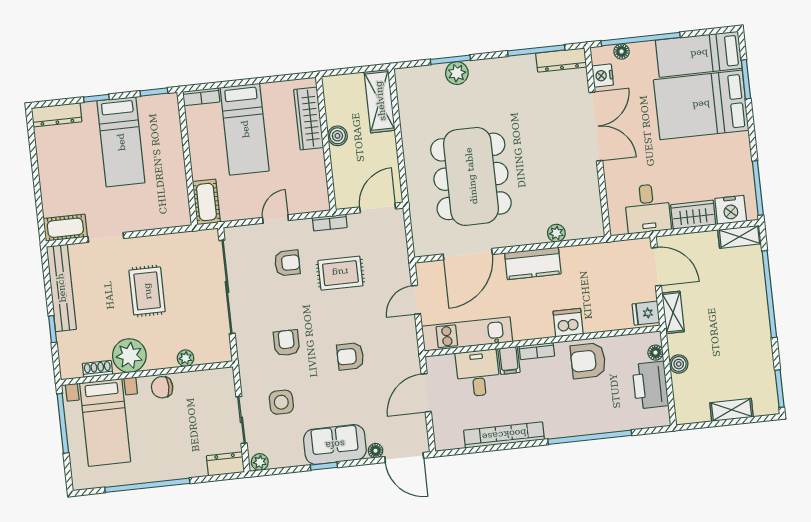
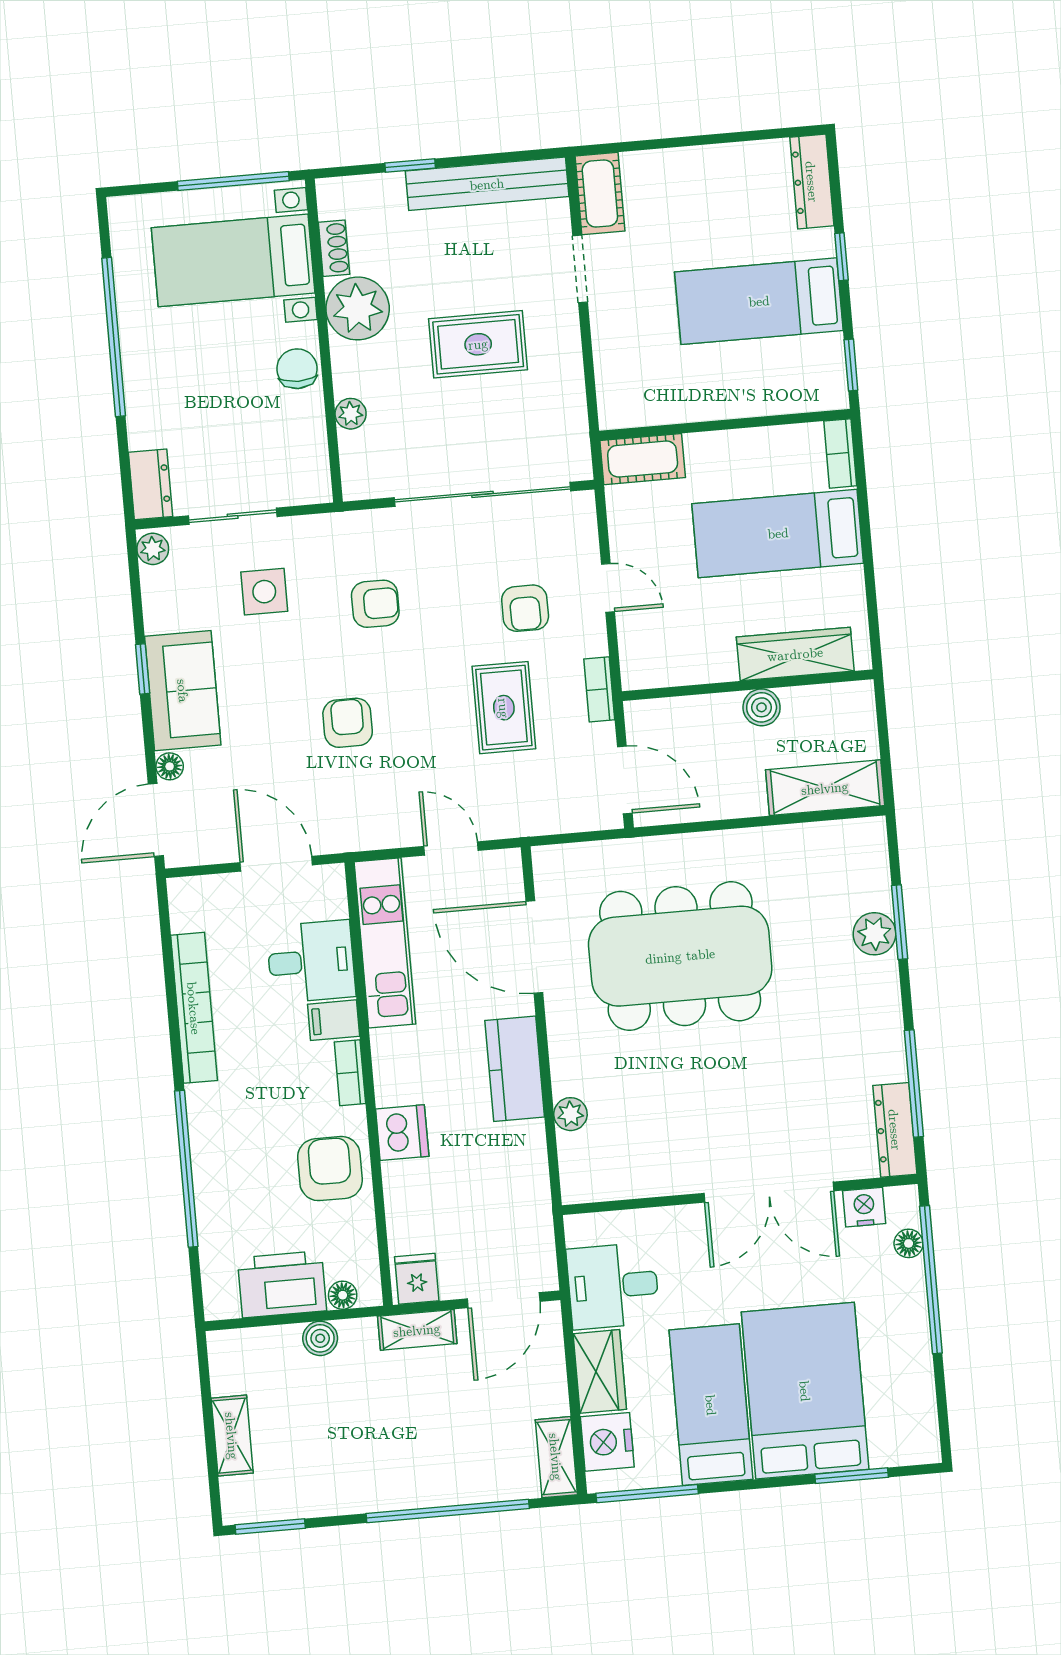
bed: (699, 54) -> (711, 1405), moved

